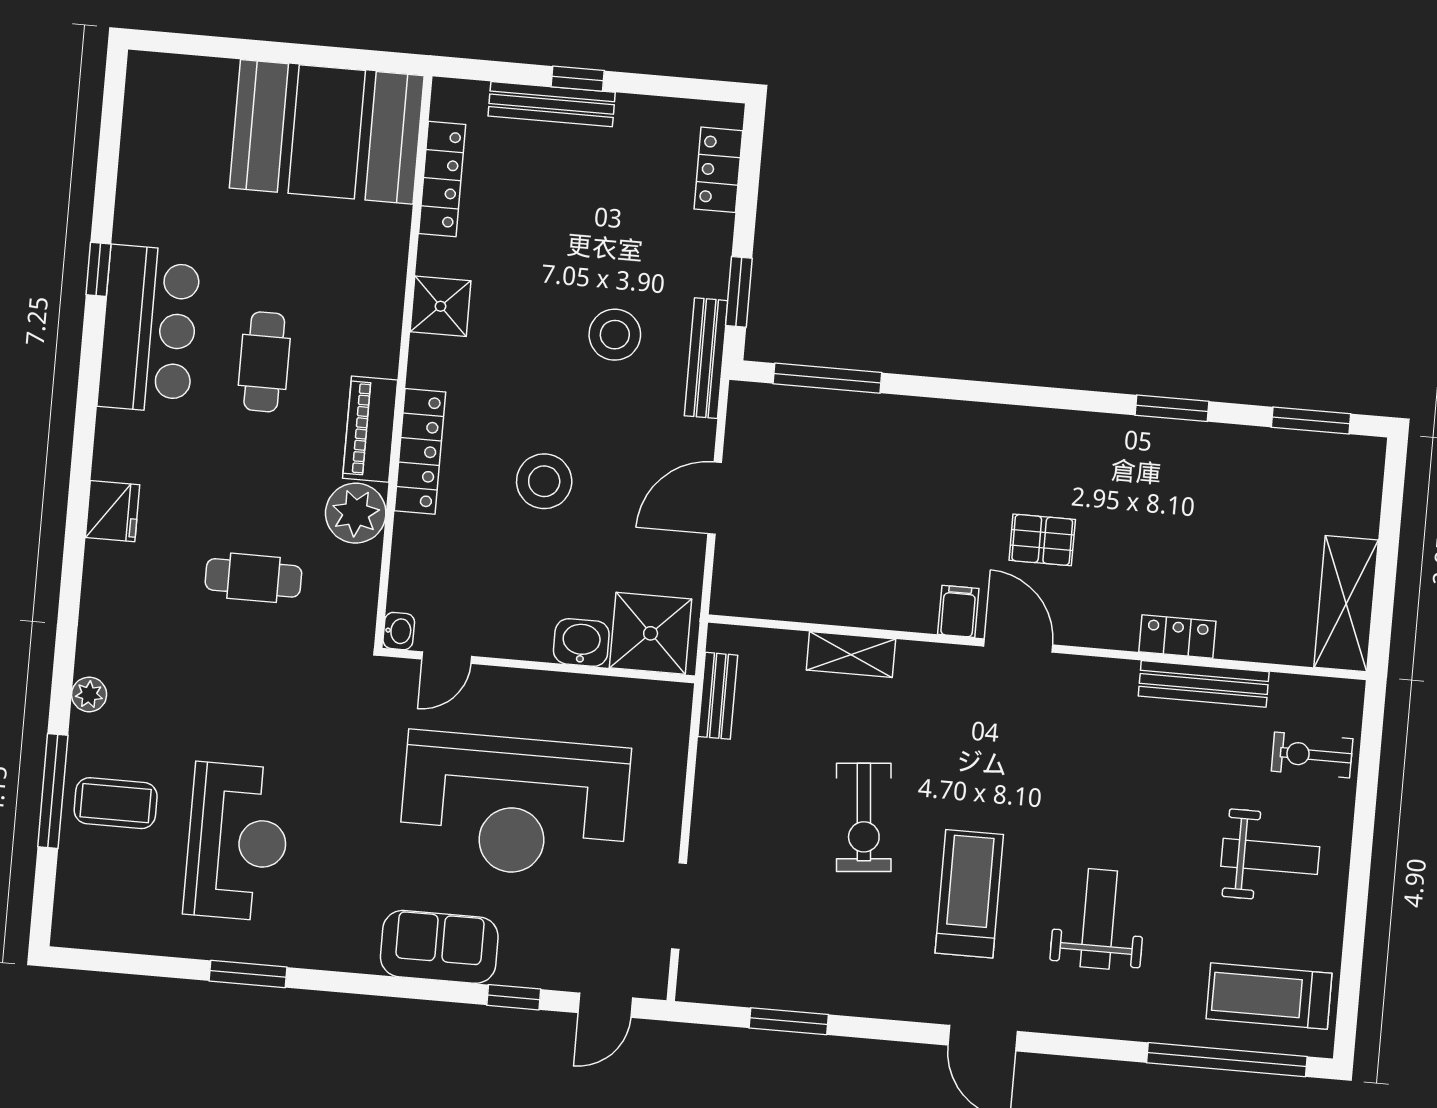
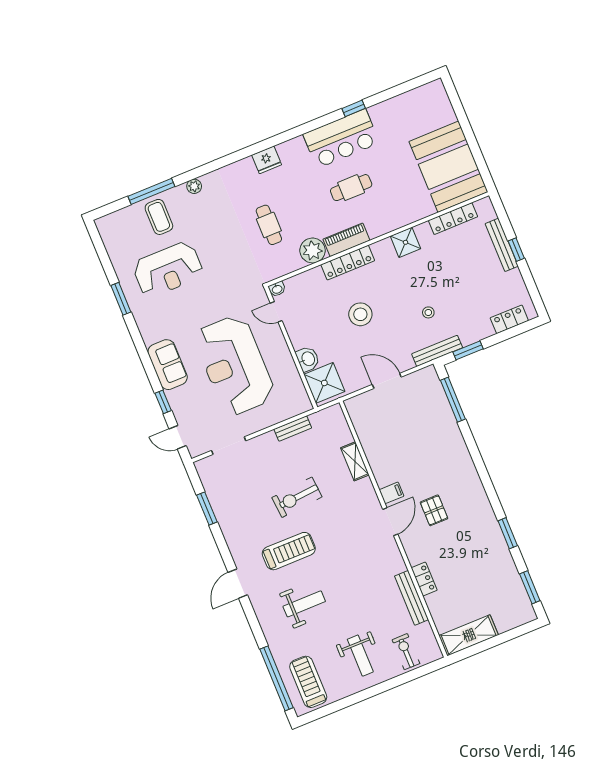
stool: (615, 335) -> (428, 312), width x0.53, depth x0.53
bench: (718, 696) -> (293, 429), moved

